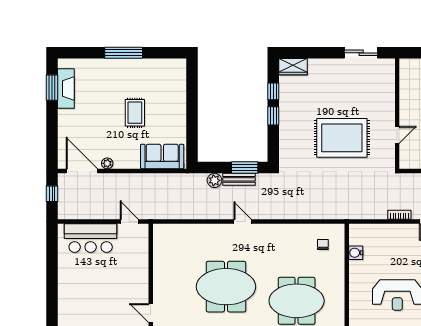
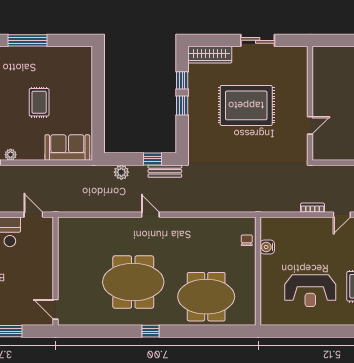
sliding door: (361, 53) -> (258, 40), moved
wardrobe: (293, 67) -> (210, 55), width x1.50
rug: (342, 138) -> (246, 105), moved
window: (245, 168) -> (153, 159), width x0.67
bench: (239, 179) -> (165, 171), moved
chair: (323, 245) -> (247, 240), moved

